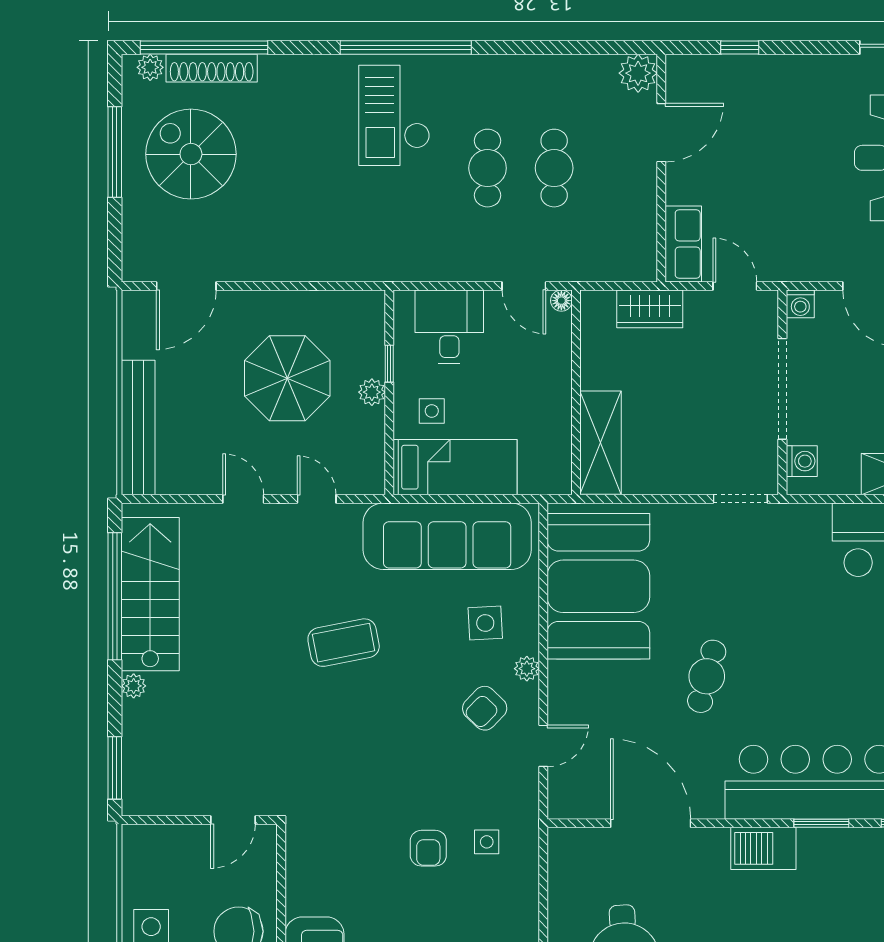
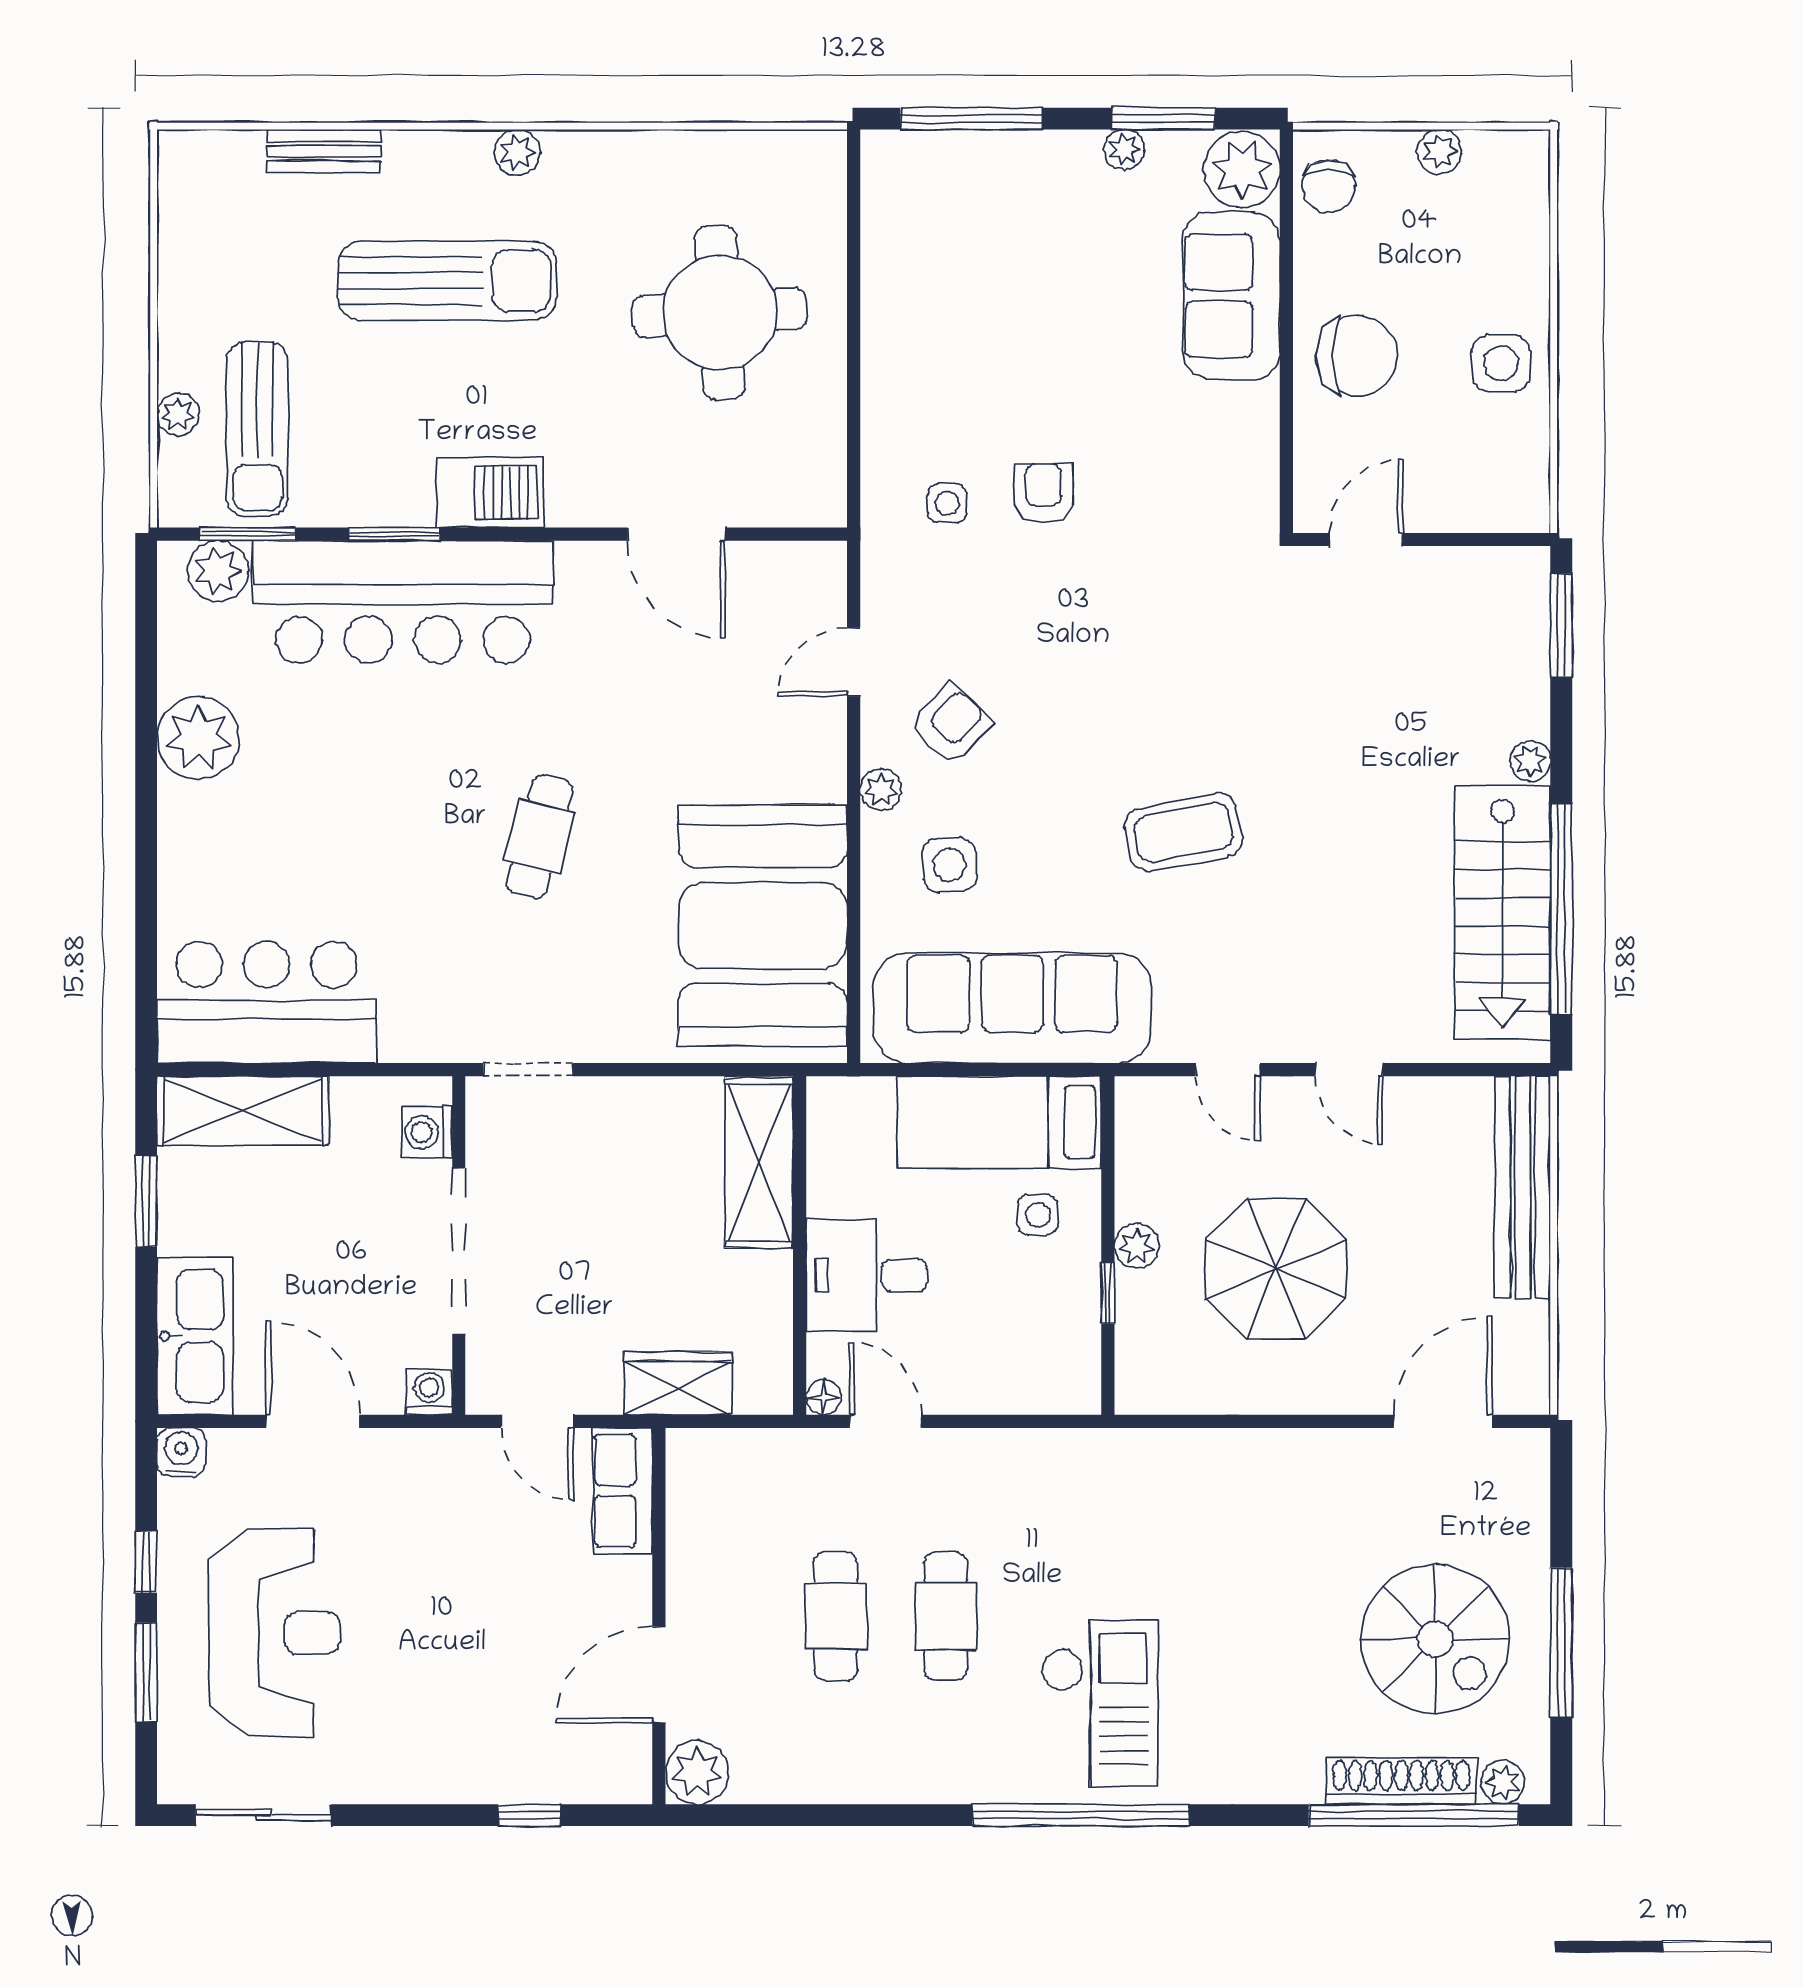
desk: (449, 327) -> (867, 1275), moved, turned 90
cafe table: (707, 676) -> (539, 837), moved
door: (651, 823) -> (676, 534), width x0.73

